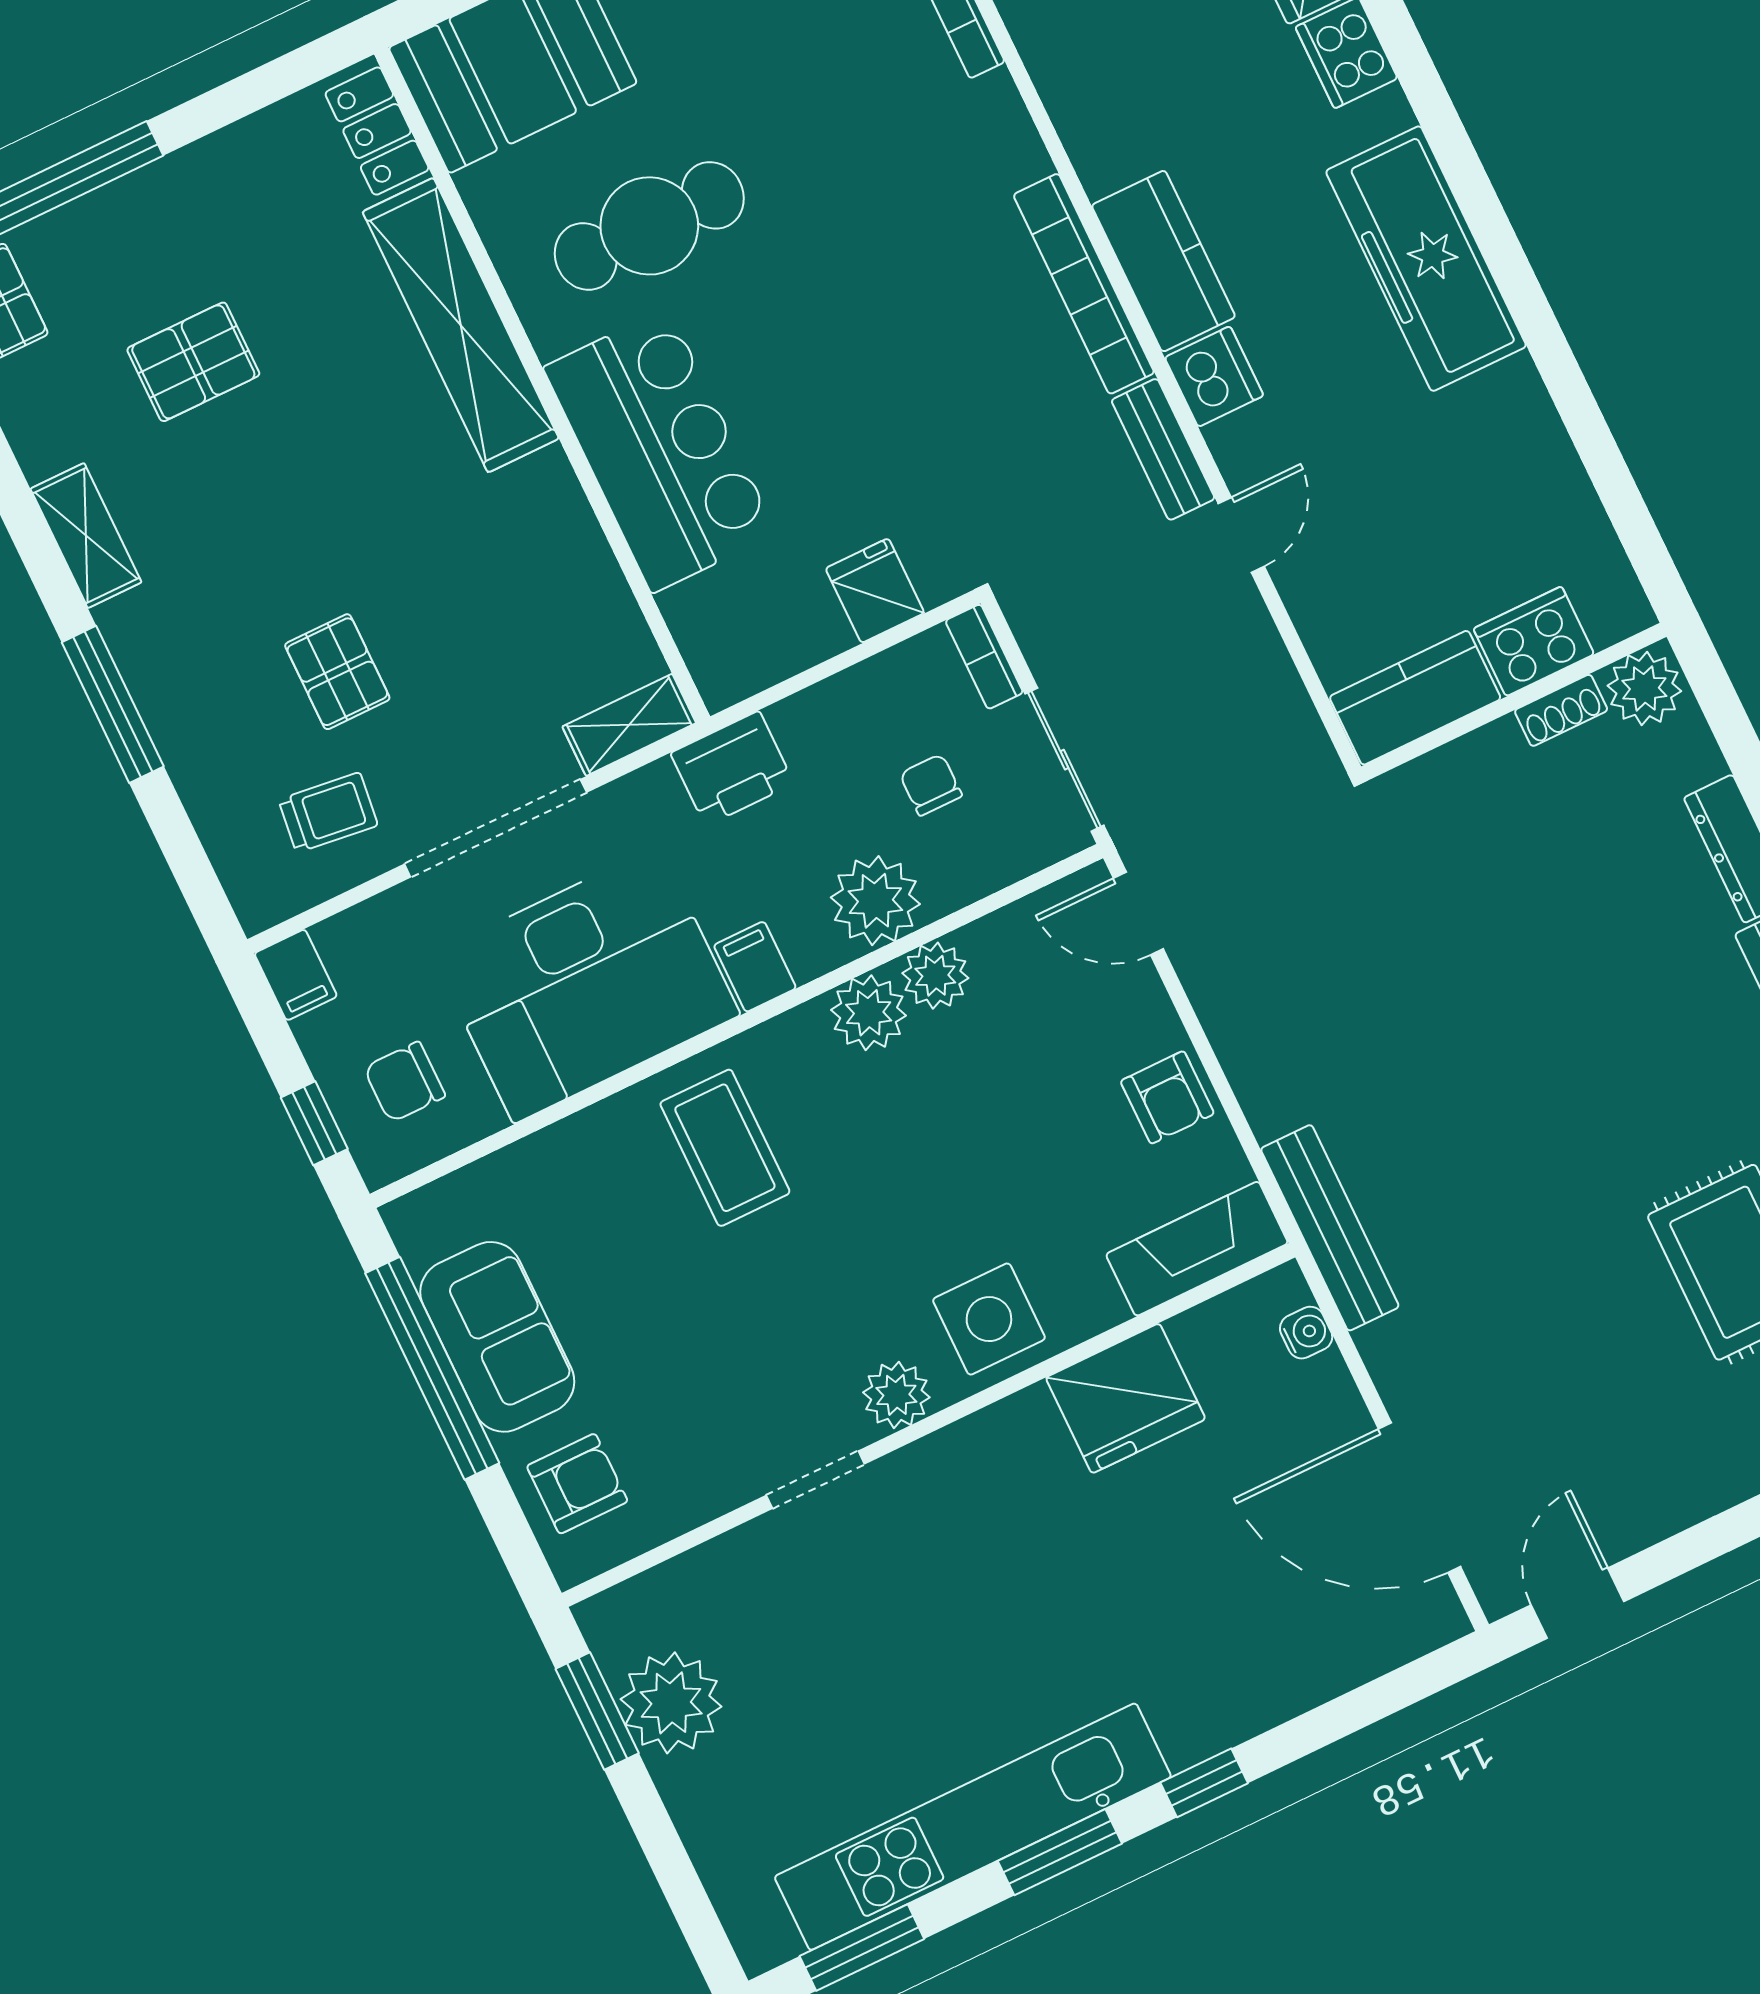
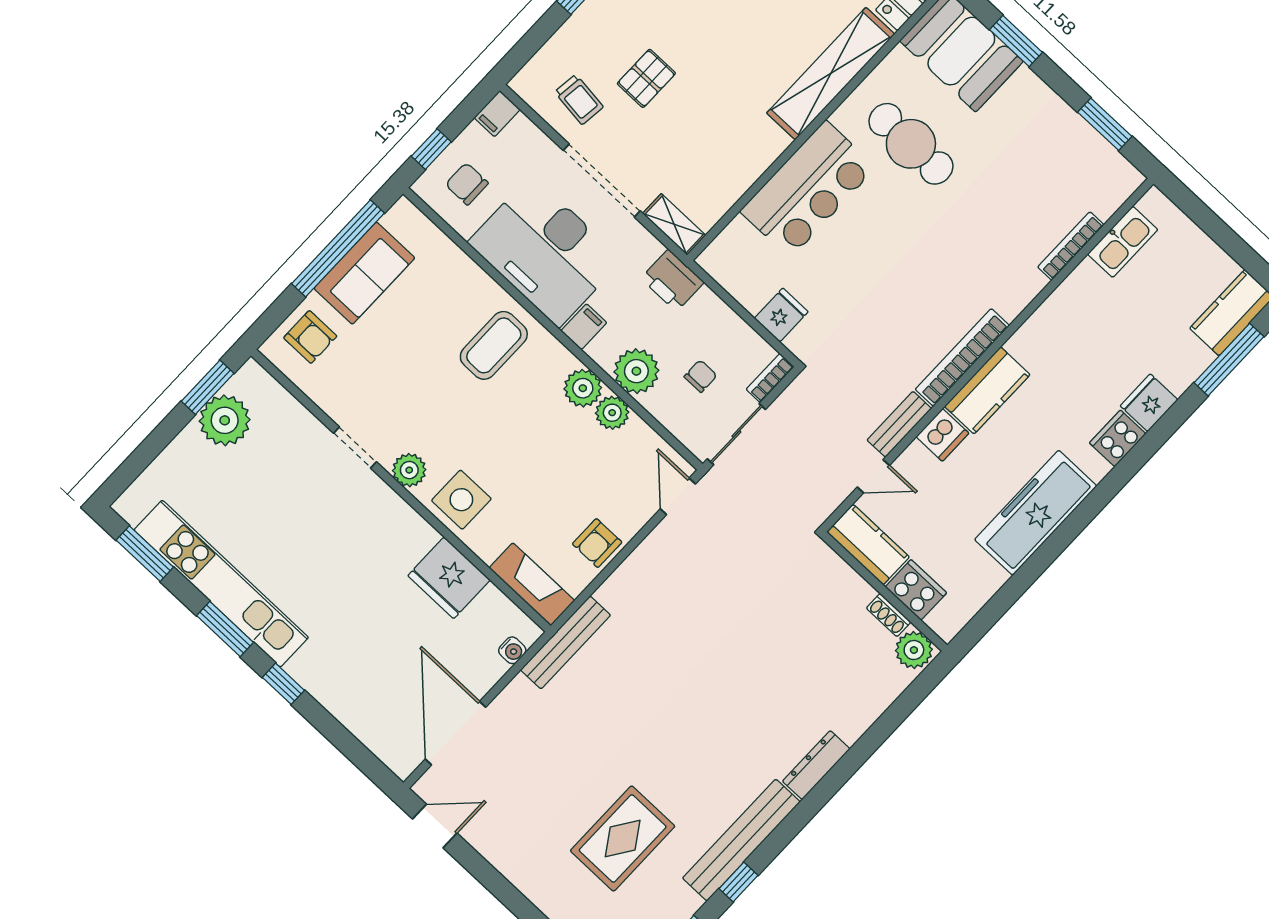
cooker: (1534, 641) -> (916, 590), moved
plant: (1644, 688) -> (914, 650), moved
kitchen counter: (1415, 698) -> (868, 545), moved
wall: (1514, 702) -> (884, 591), moved
shoe rack: (1561, 710) -> (889, 615), moved

